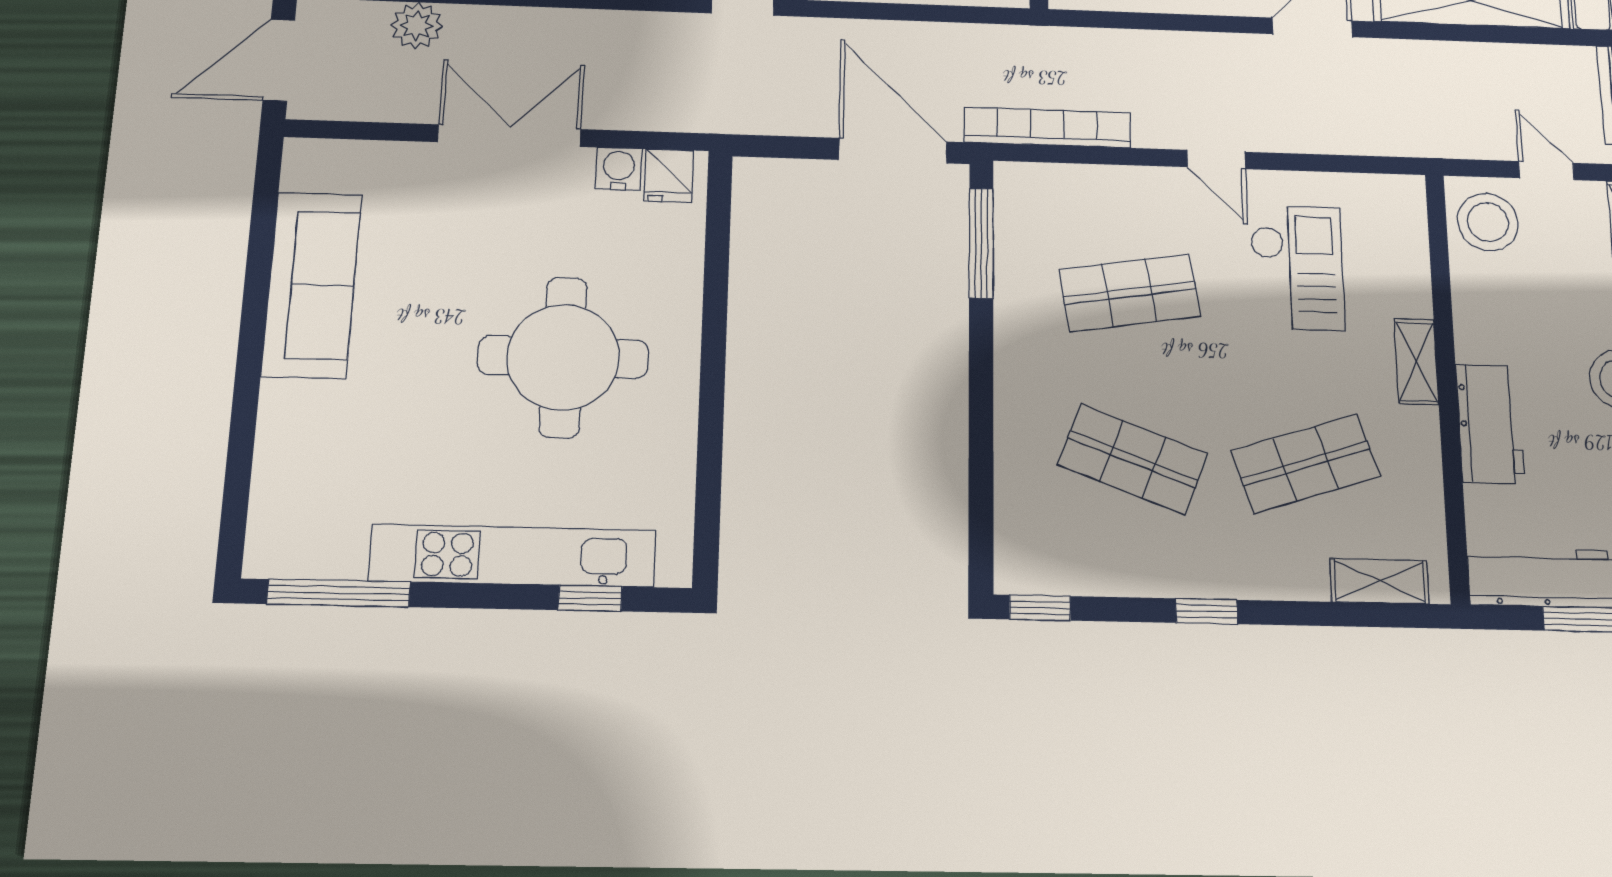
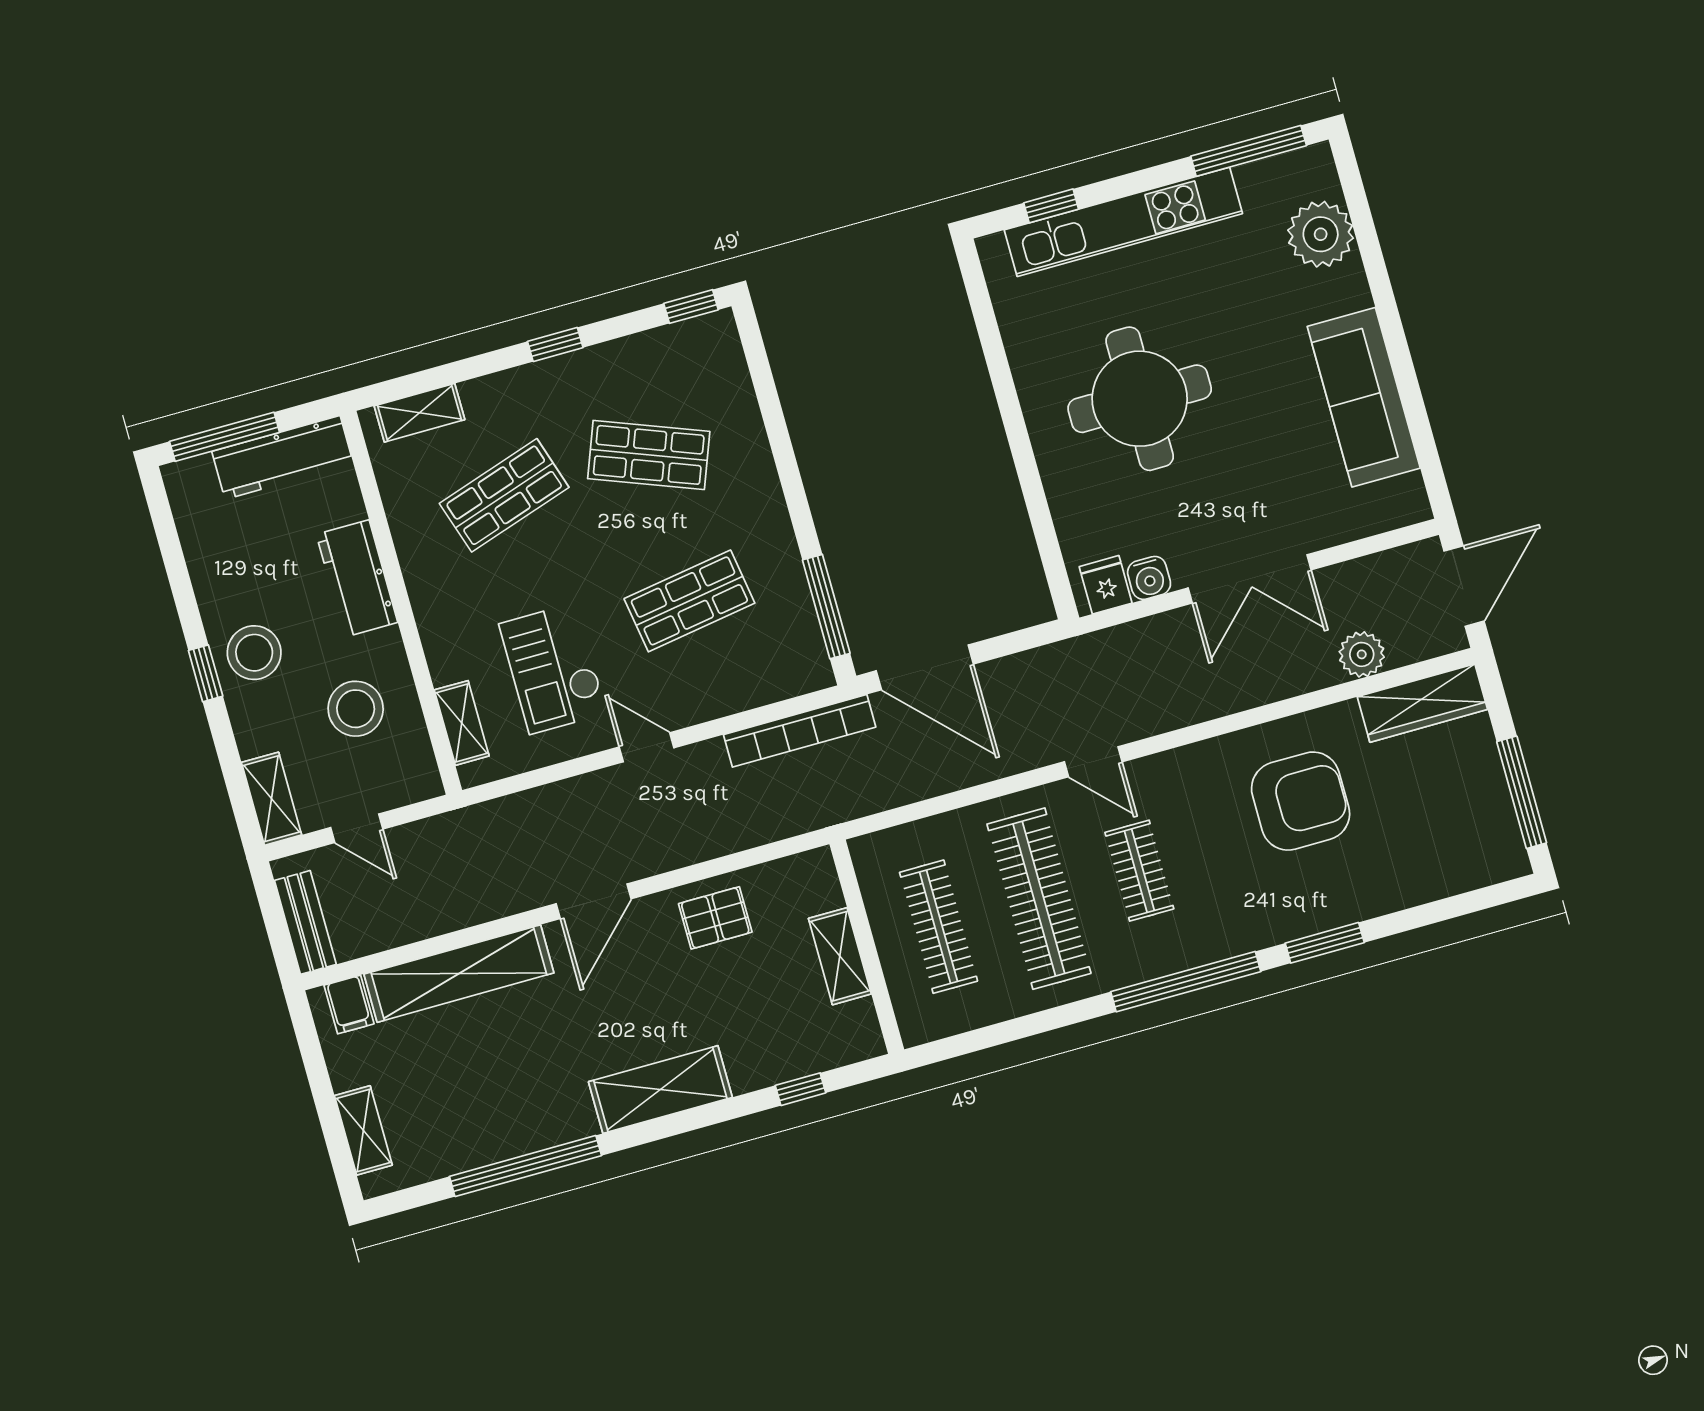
stool: (1488, 222) -> (356, 709), moved
shelving: (1416, 362) -> (462, 723), moved
plant: (291, 475) -> (1321, 234), added

